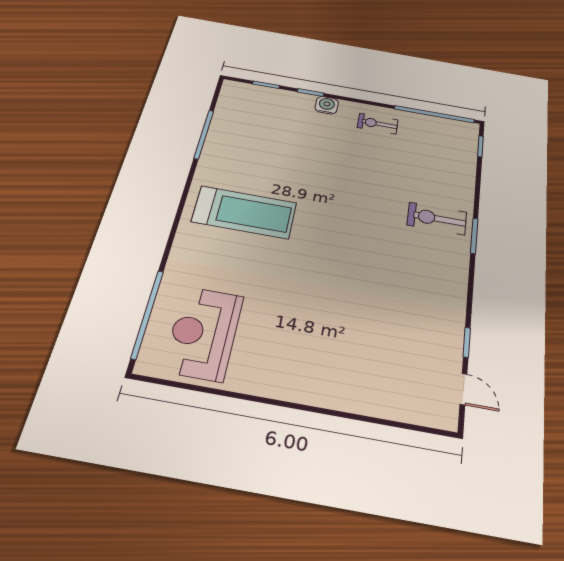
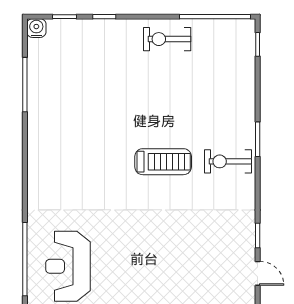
water cooler: (327, 105) -> (36, 28), moved
exercise bike: (378, 124) -> (167, 39), width x1.38, depth x1.39
treadmill: (244, 212) -> (163, 162), moved, width x0.73, depth x0.73
exercise bike: (437, 219) -> (228, 161), moved

